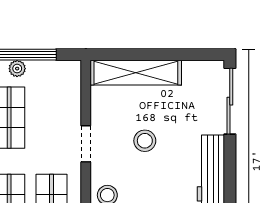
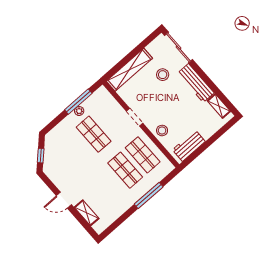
stool: (145, 141) -> (163, 75), moved

